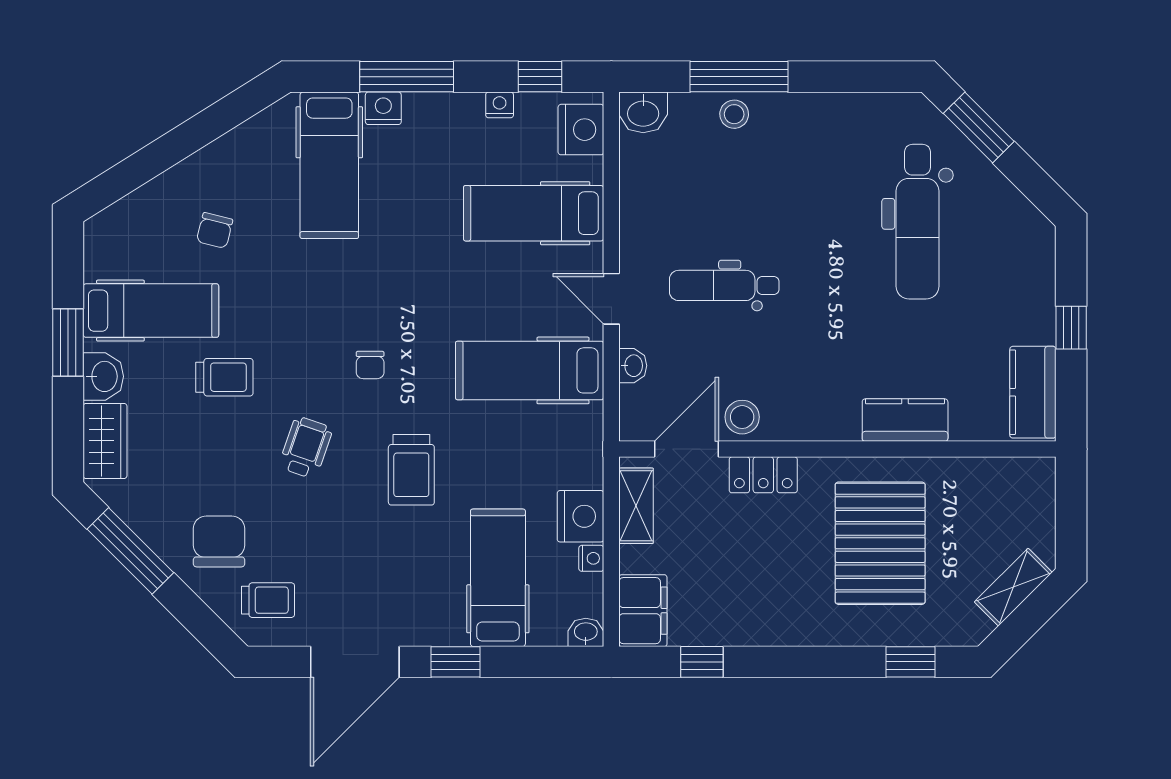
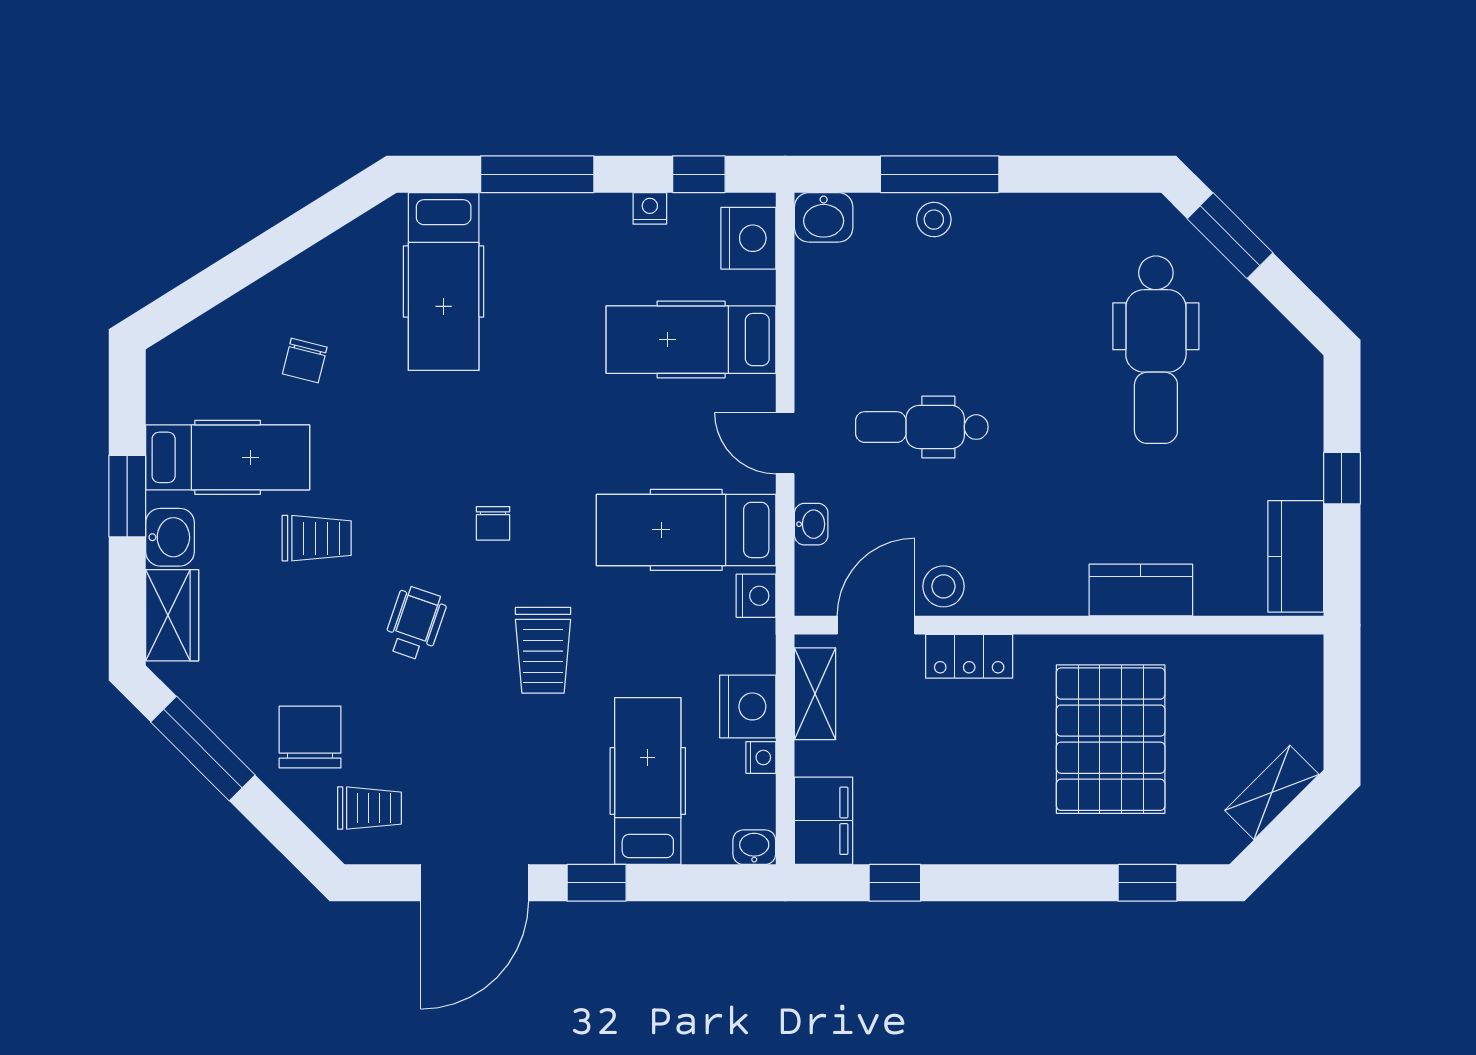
nightstand: (383, 108) -> (756, 596), moved, turned 90

